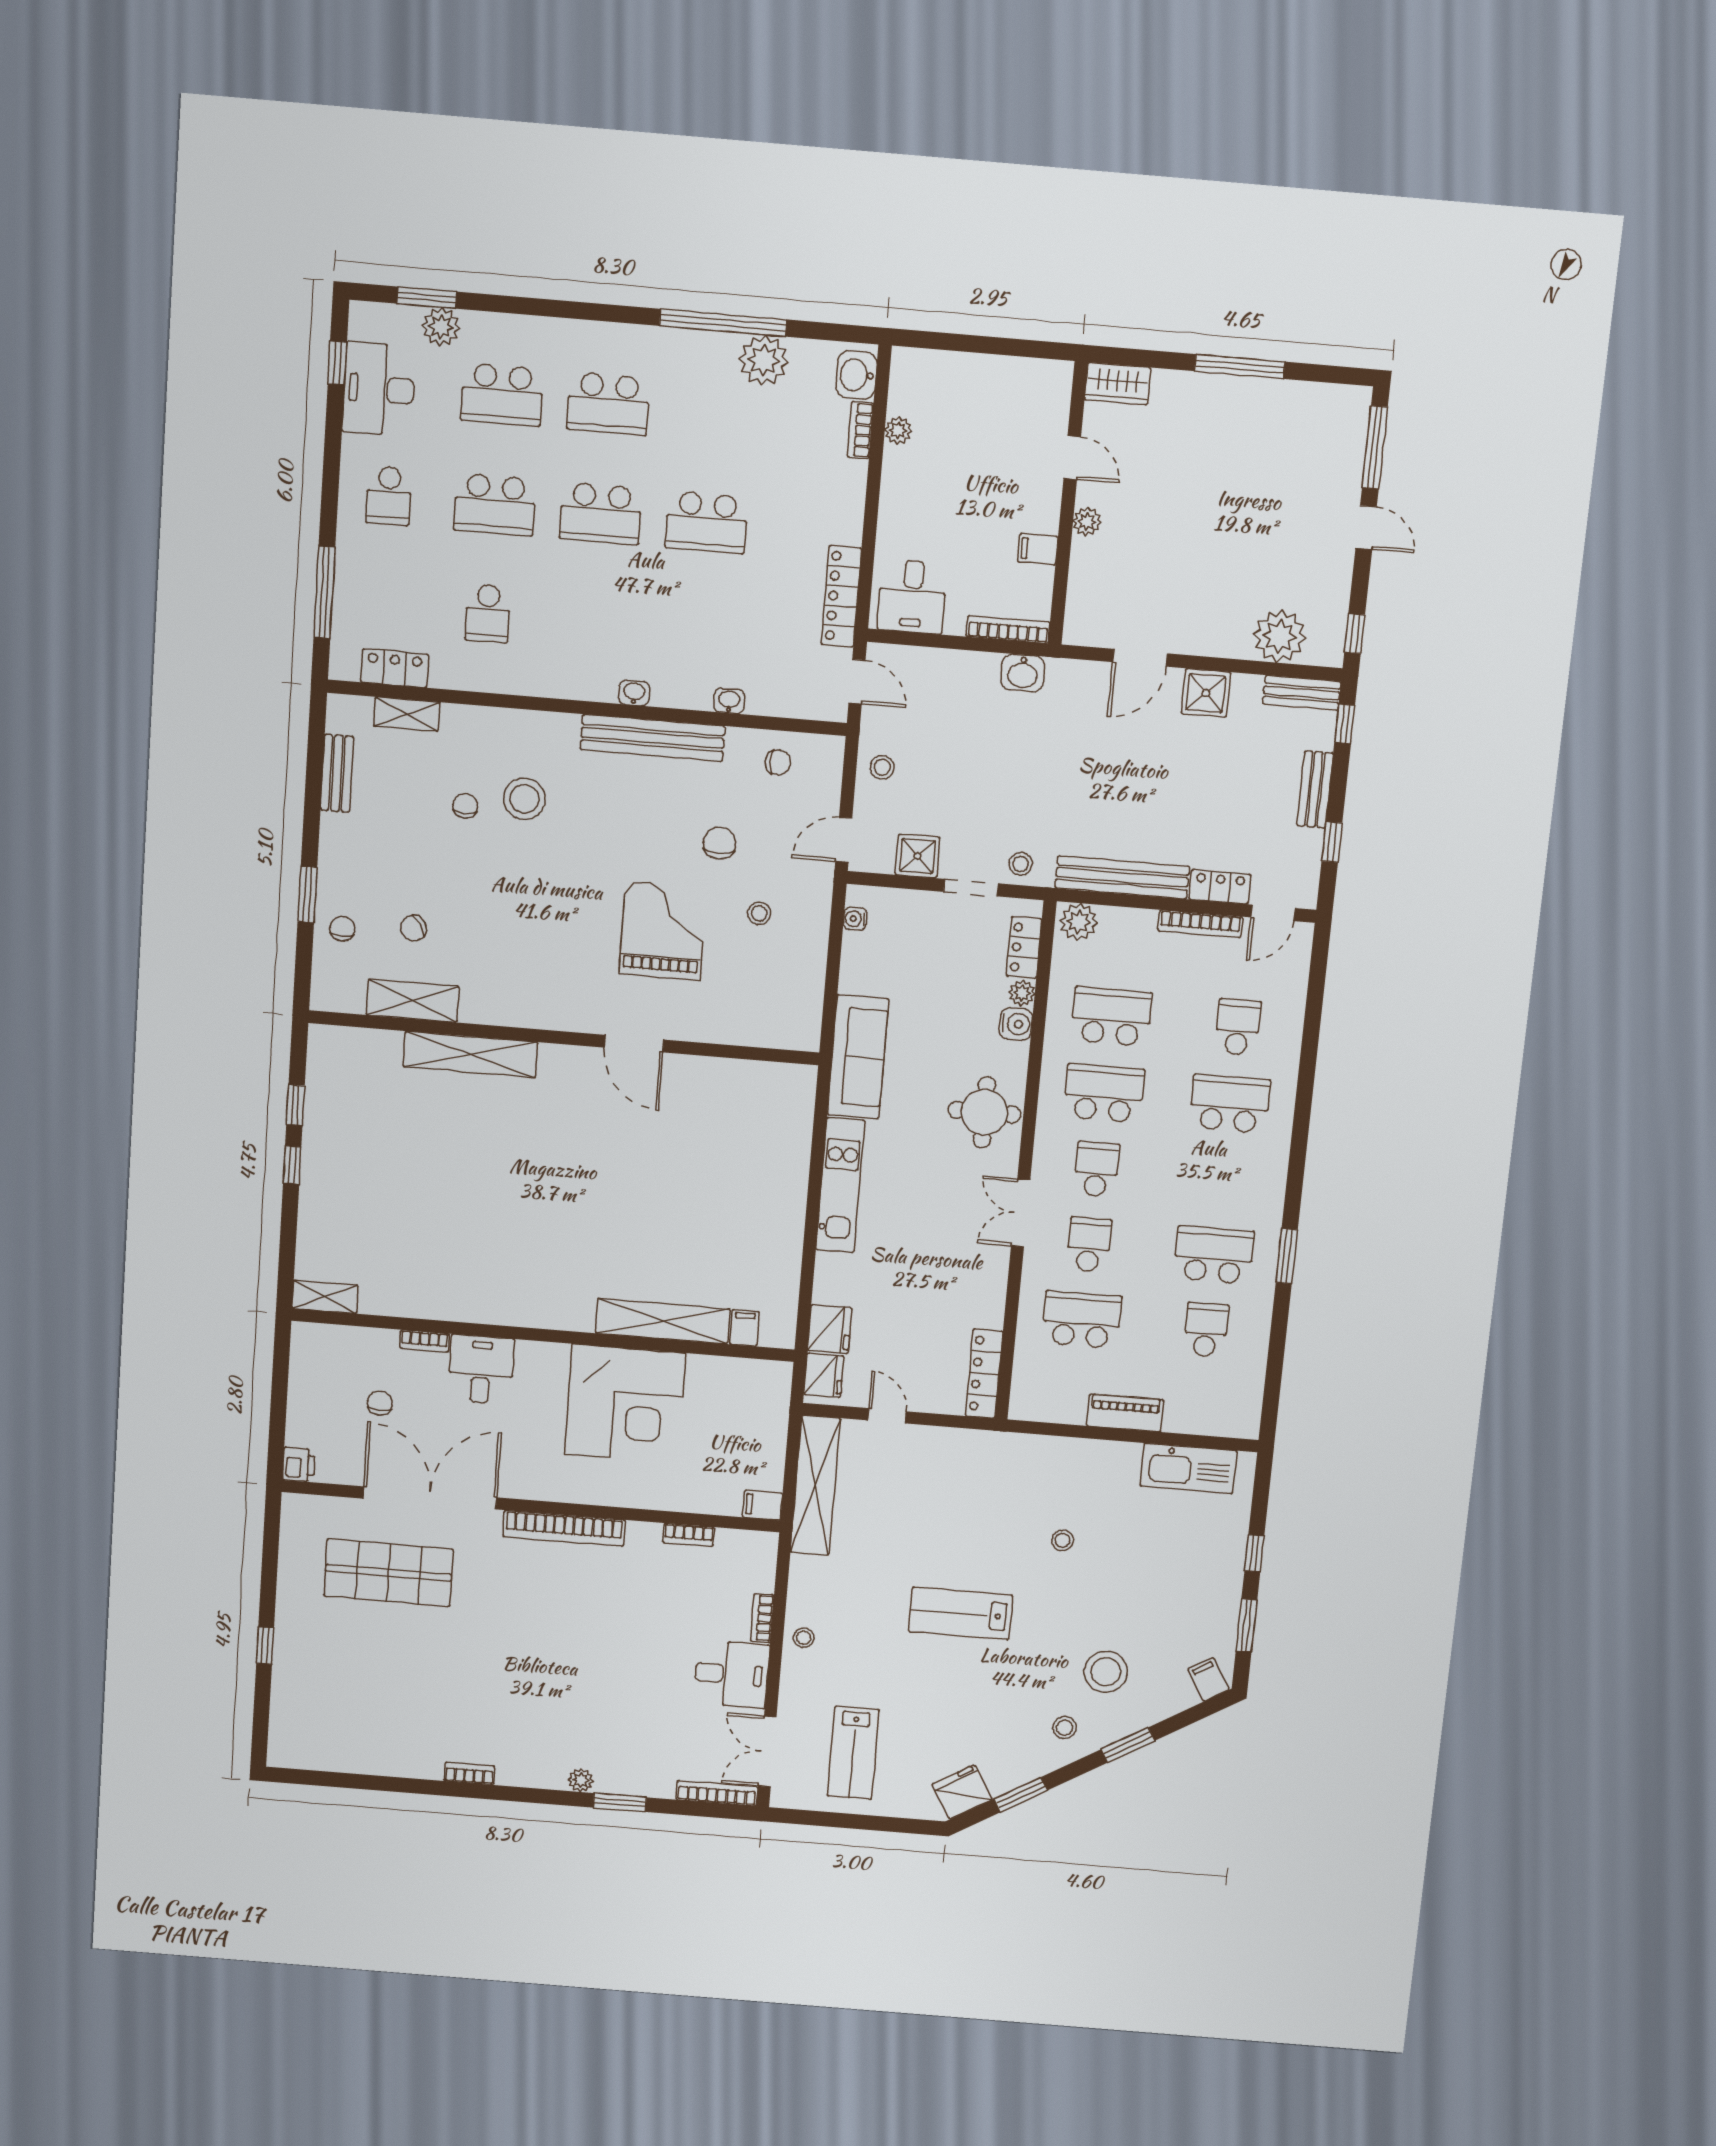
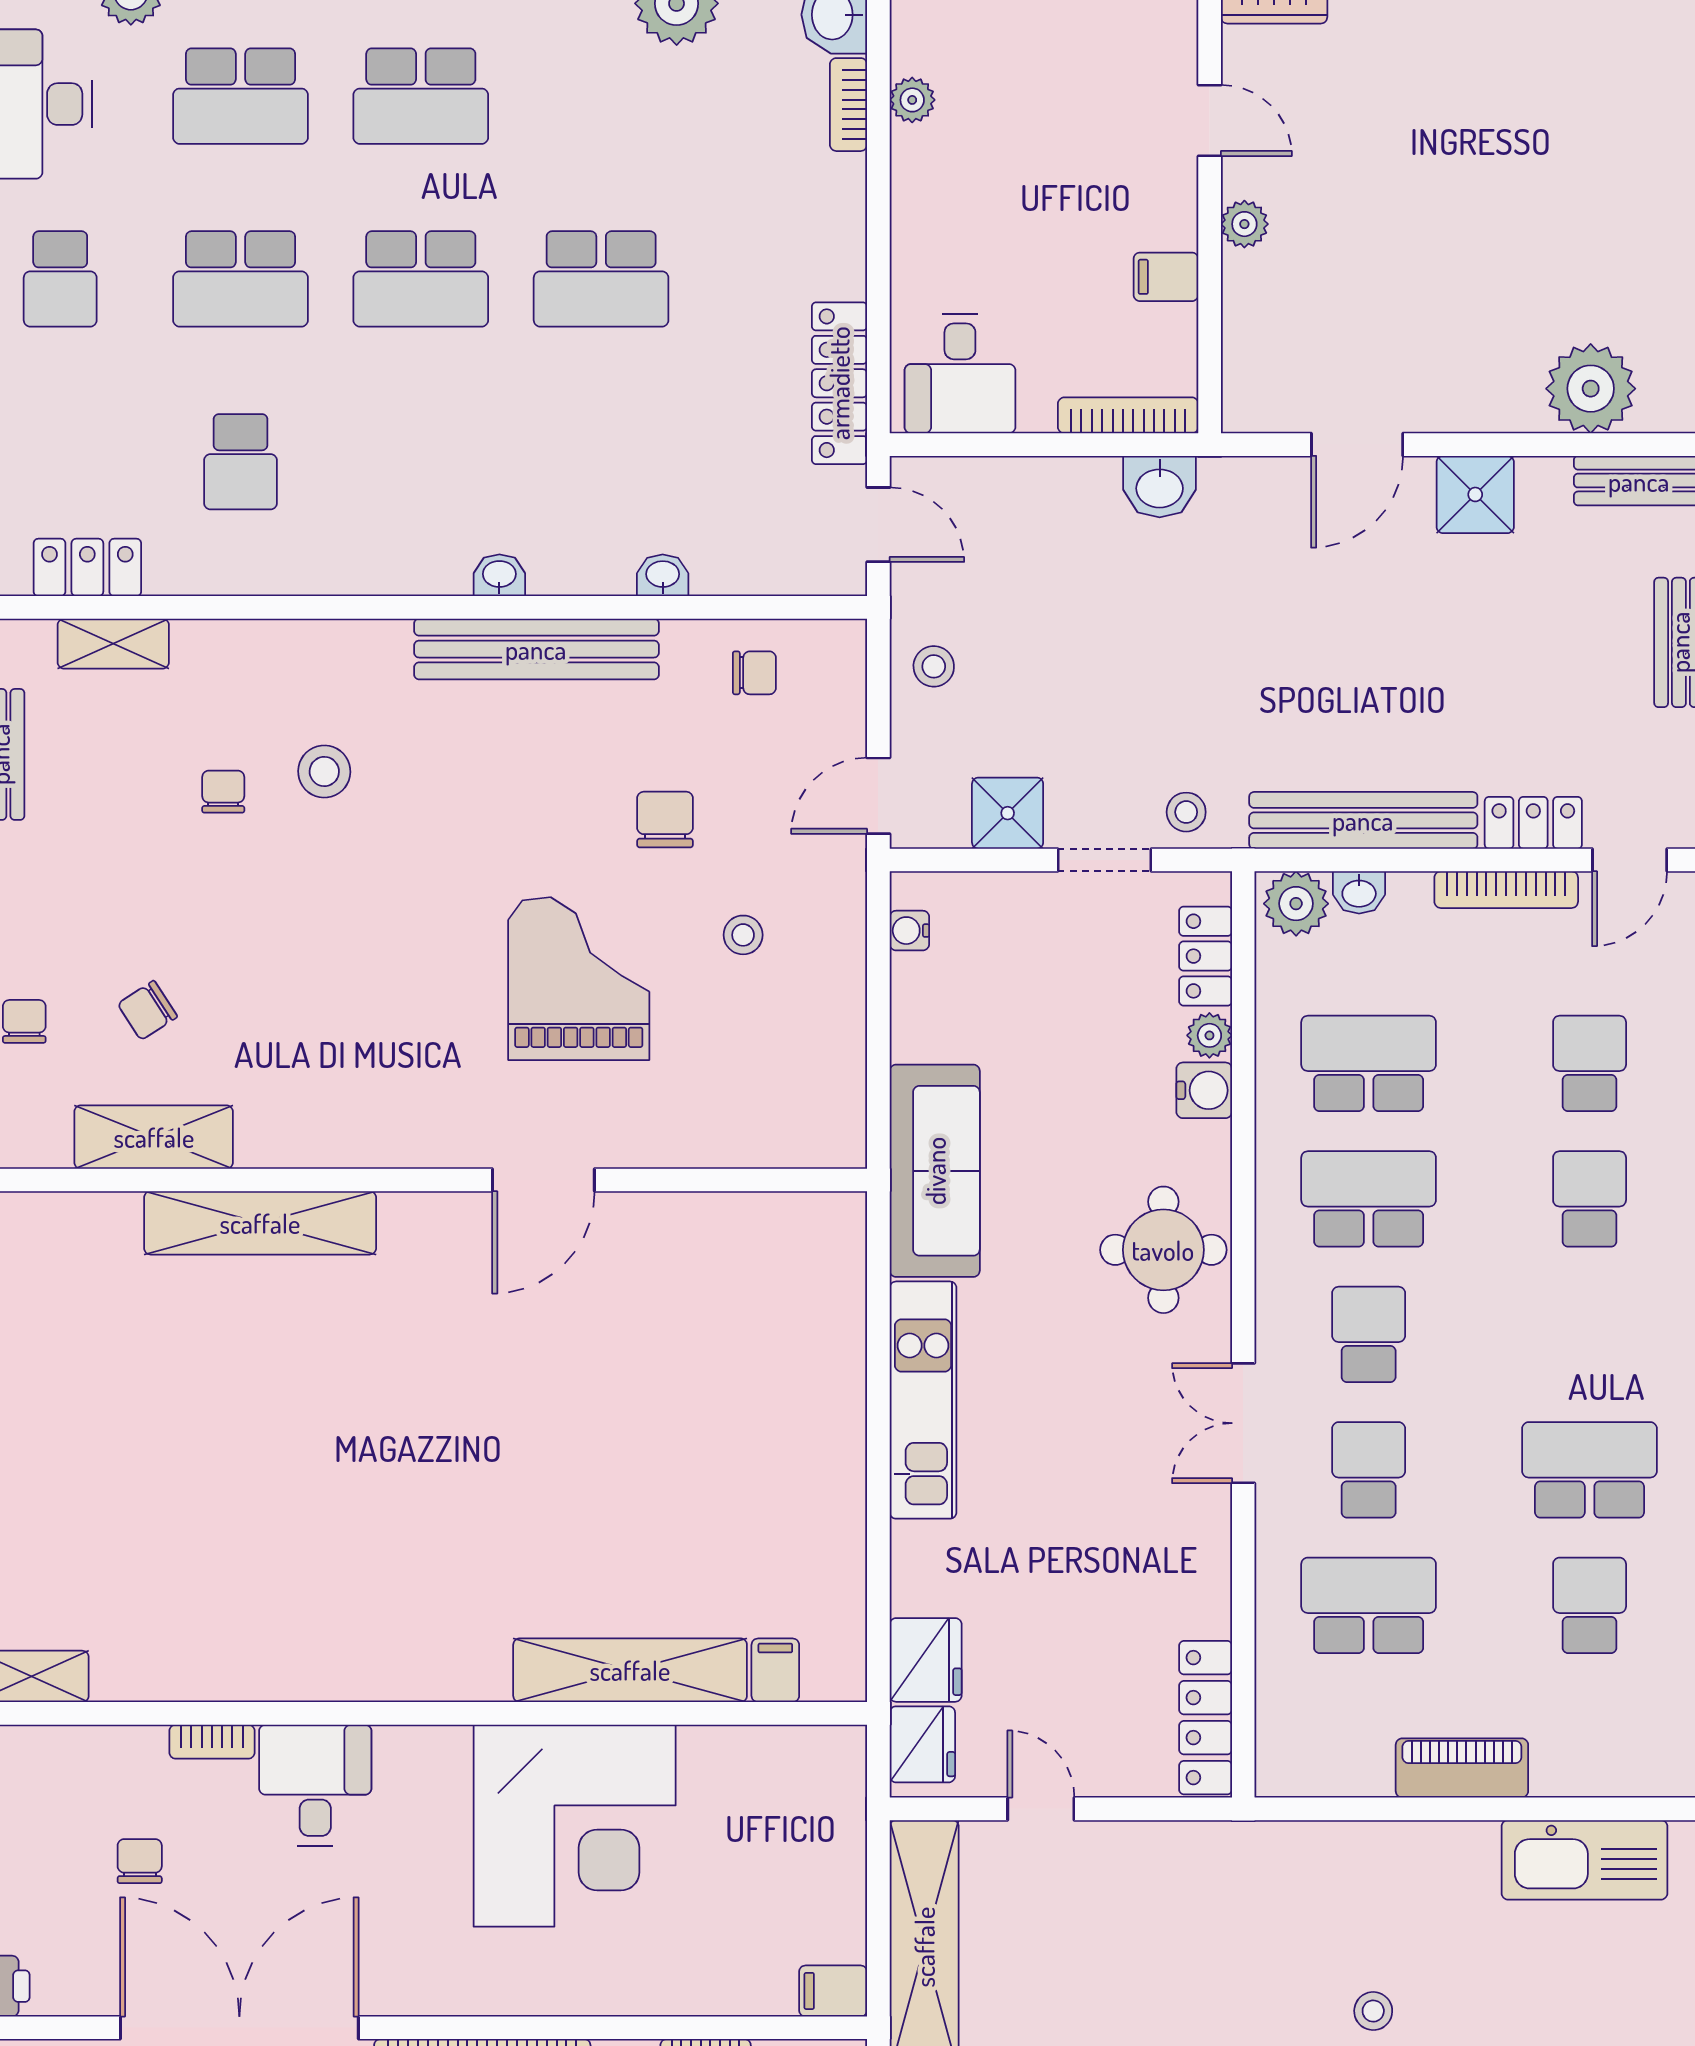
stool: (524, 799) -> (324, 771), width x0.73, depth x0.73
washbasin: (1116, 918) -> (1359, 892), added
door: (634, 1044) -> (543, 1180), hinge flipped
school desk: (1230, 1104) -> (1590, 1199), width x0.54

